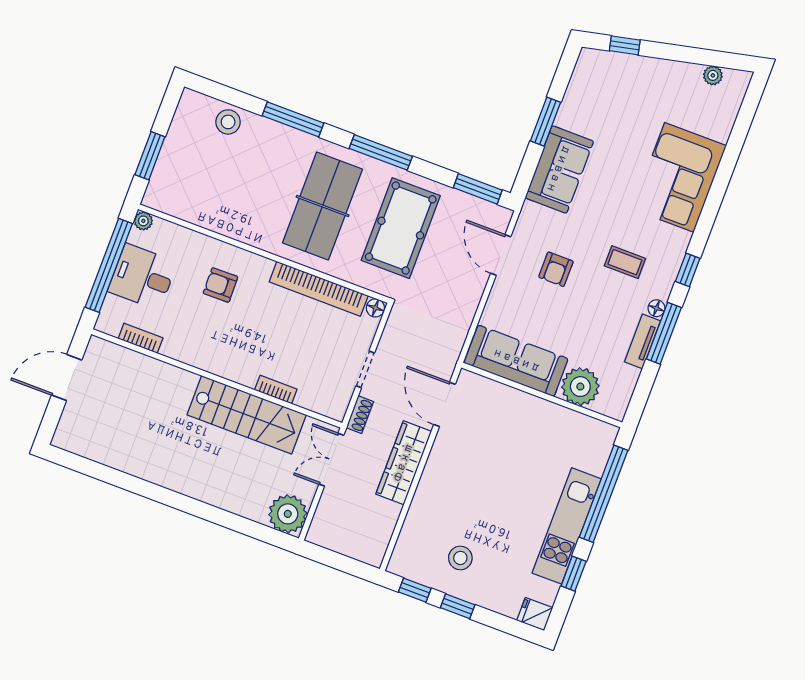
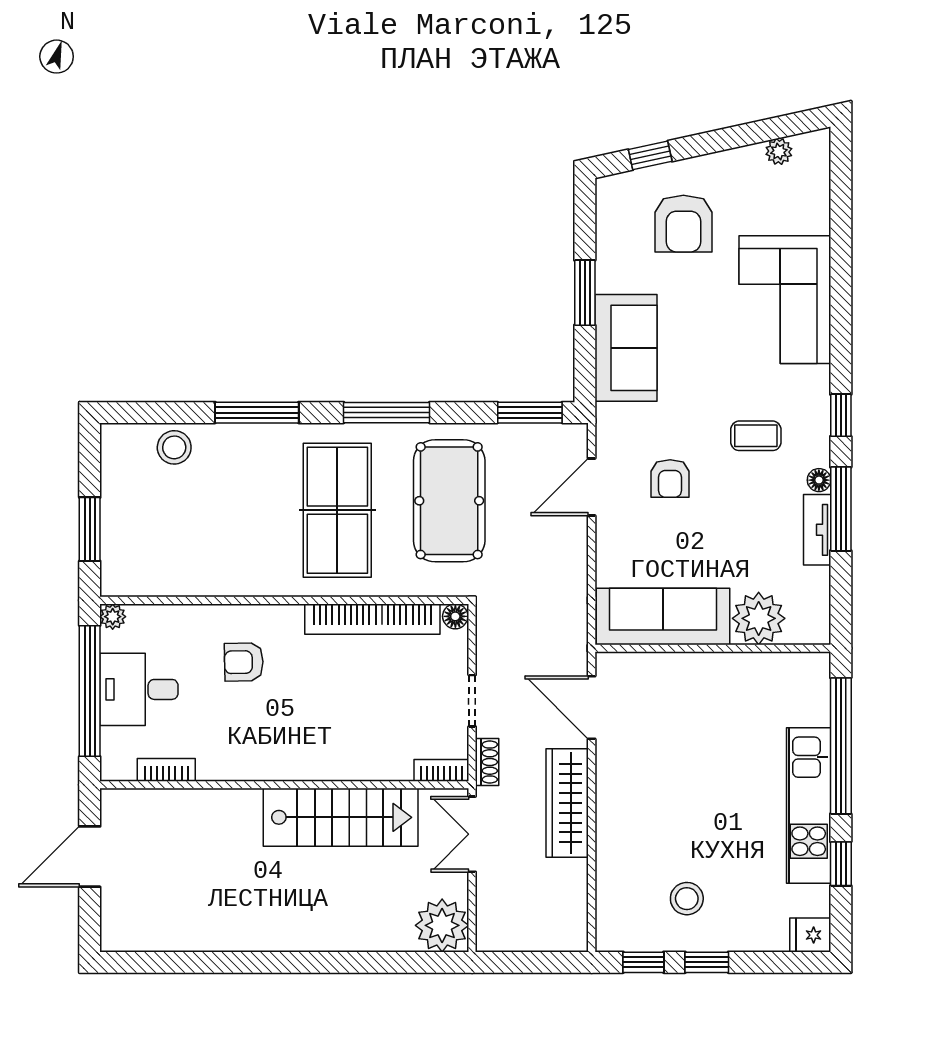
armchair: (630, 100) -> (683, 224), added
door: (501, 255) -> (592, 487), hinge flipped
bookcase: (276, 390) -> (441, 770), moved

